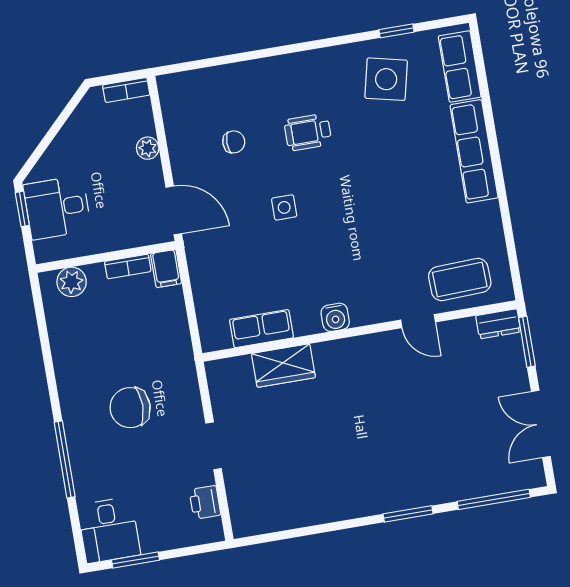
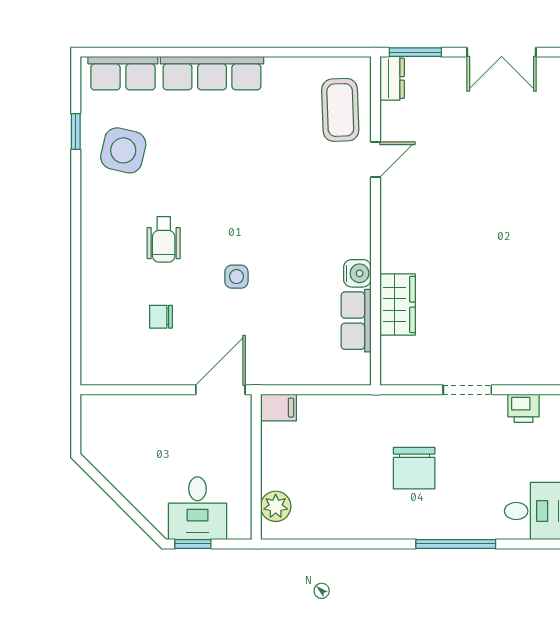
bookcase: (126, 90) -> (89, 417), removed
chair: (234, 142) -> (161, 317), turned -90
plant: (148, 148) -> (152, 406), removed
bookcase: (128, 266) -> (270, 446), removed
water cooler: (335, 317) -> (357, 273), moved

